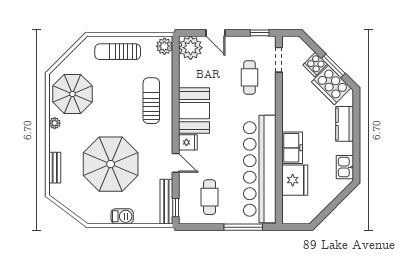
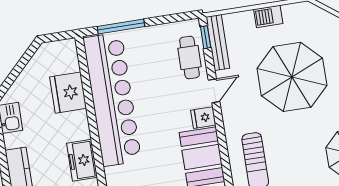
freezer: (292, 148) -> (82, 160), moved
door: (176, 163) -> (214, 91), swing flipped
cafe table: (210, 197) -> (189, 57), moved

